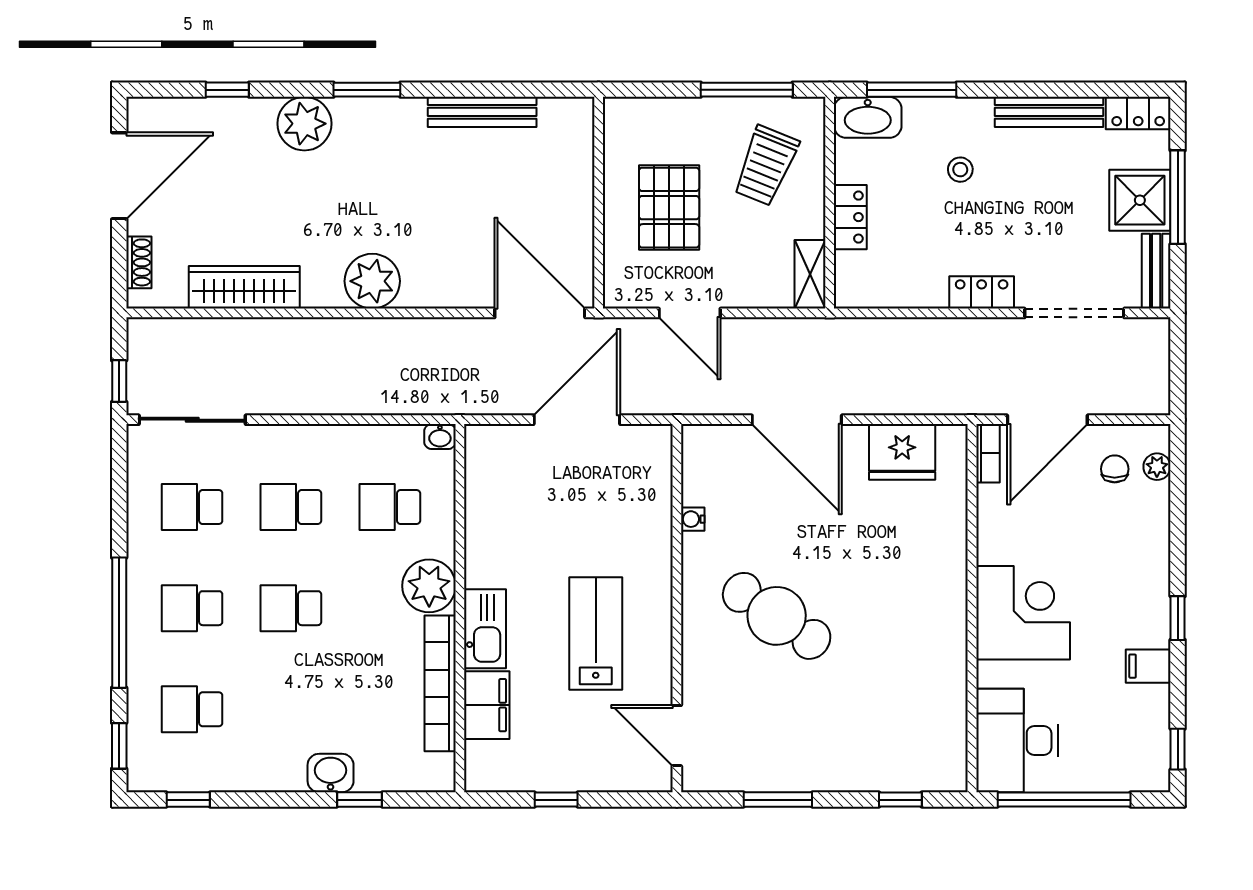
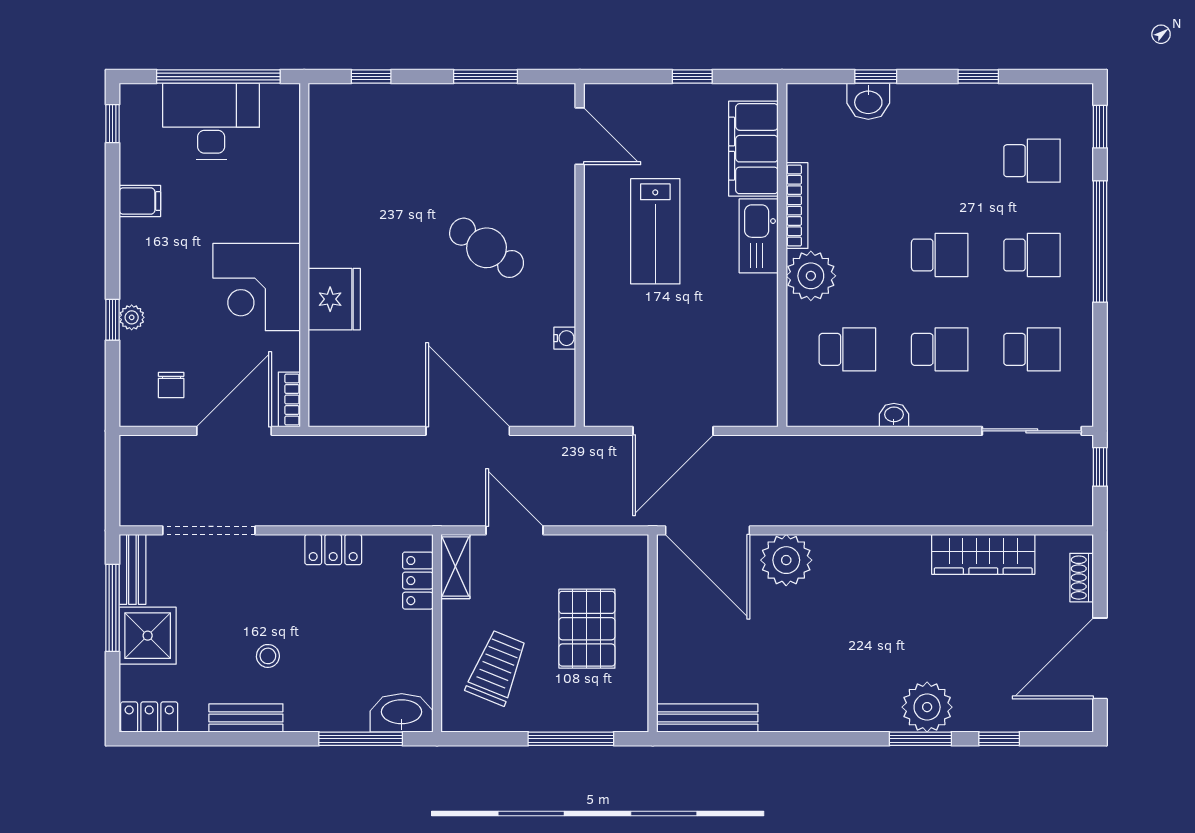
window: (367, 90) -> (920, 739), moved
window: (747, 90) -> (571, 739), moved
bench: (482, 112) -> (707, 718), moved
bench: (1049, 112) -> (246, 718), width x0.73
stool: (960, 170) -> (268, 656), moved
window: (1178, 197) -> (112, 608), moved
locker: (850, 217) -> (418, 581), moved
plant: (372, 281) -> (786, 560), moved
locker: (982, 292) -> (333, 550), moved
door: (690, 313) -> (514, 530), moved
washbasin: (440, 437) -> (894, 415), moved
fridge: (902, 452) -> (334, 299), moved, turned 90
plant: (1157, 467) -> (132, 317), moved
corner desk: (1023, 613) -> (257, 287), moved
cafe table: (777, 616) -> (487, 248), width x0.73, depth x0.74
window: (1178, 618) -> (112, 320), moved
bookcase: (440, 683) -> (797, 206), width x0.68, depth x0.76
filing cabinet: (487, 705) -> (753, 149), width x1.50, depth x1.17
desk: (1017, 741) -> (211, 121), moved, turned -90
washbasin: (331, 773) -> (868, 101), moved
window: (188, 800) -> (978, 77), moved

